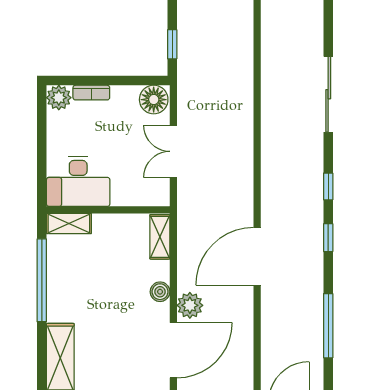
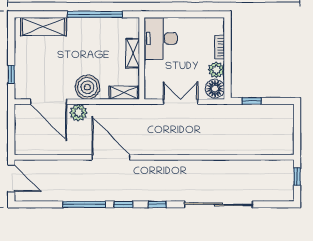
sliding door: (328, 94) -> (218, 204), width x1.36
plant: (59, 98) -> (216, 70), moved
shelving: (69, 223) -> (133, 53), moved
boiler: (160, 292) -> (87, 87), width x1.86, depth x1.86
window: (328, 326) -> (84, 204), moved

